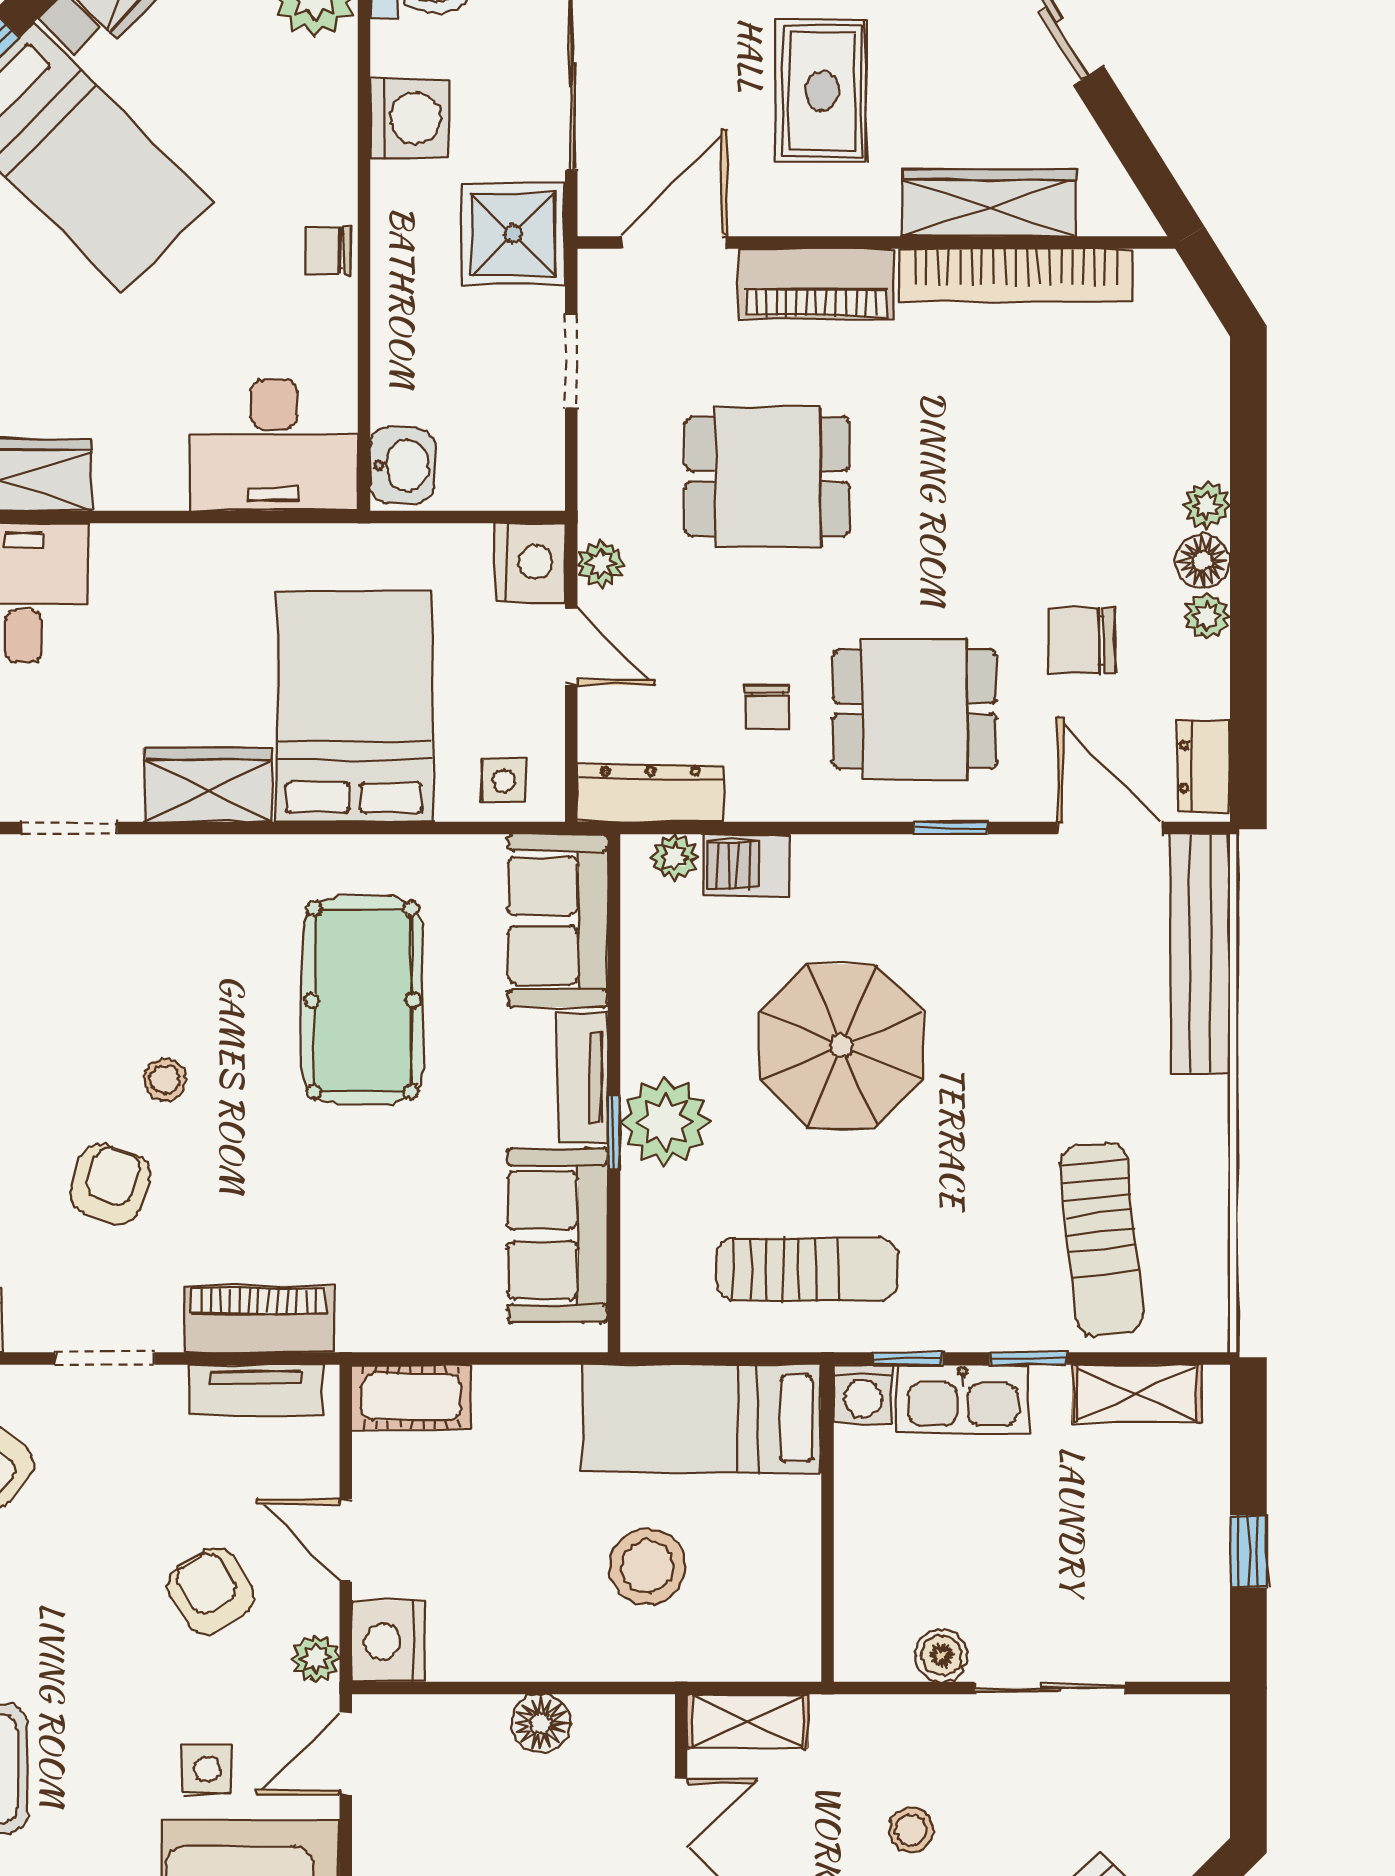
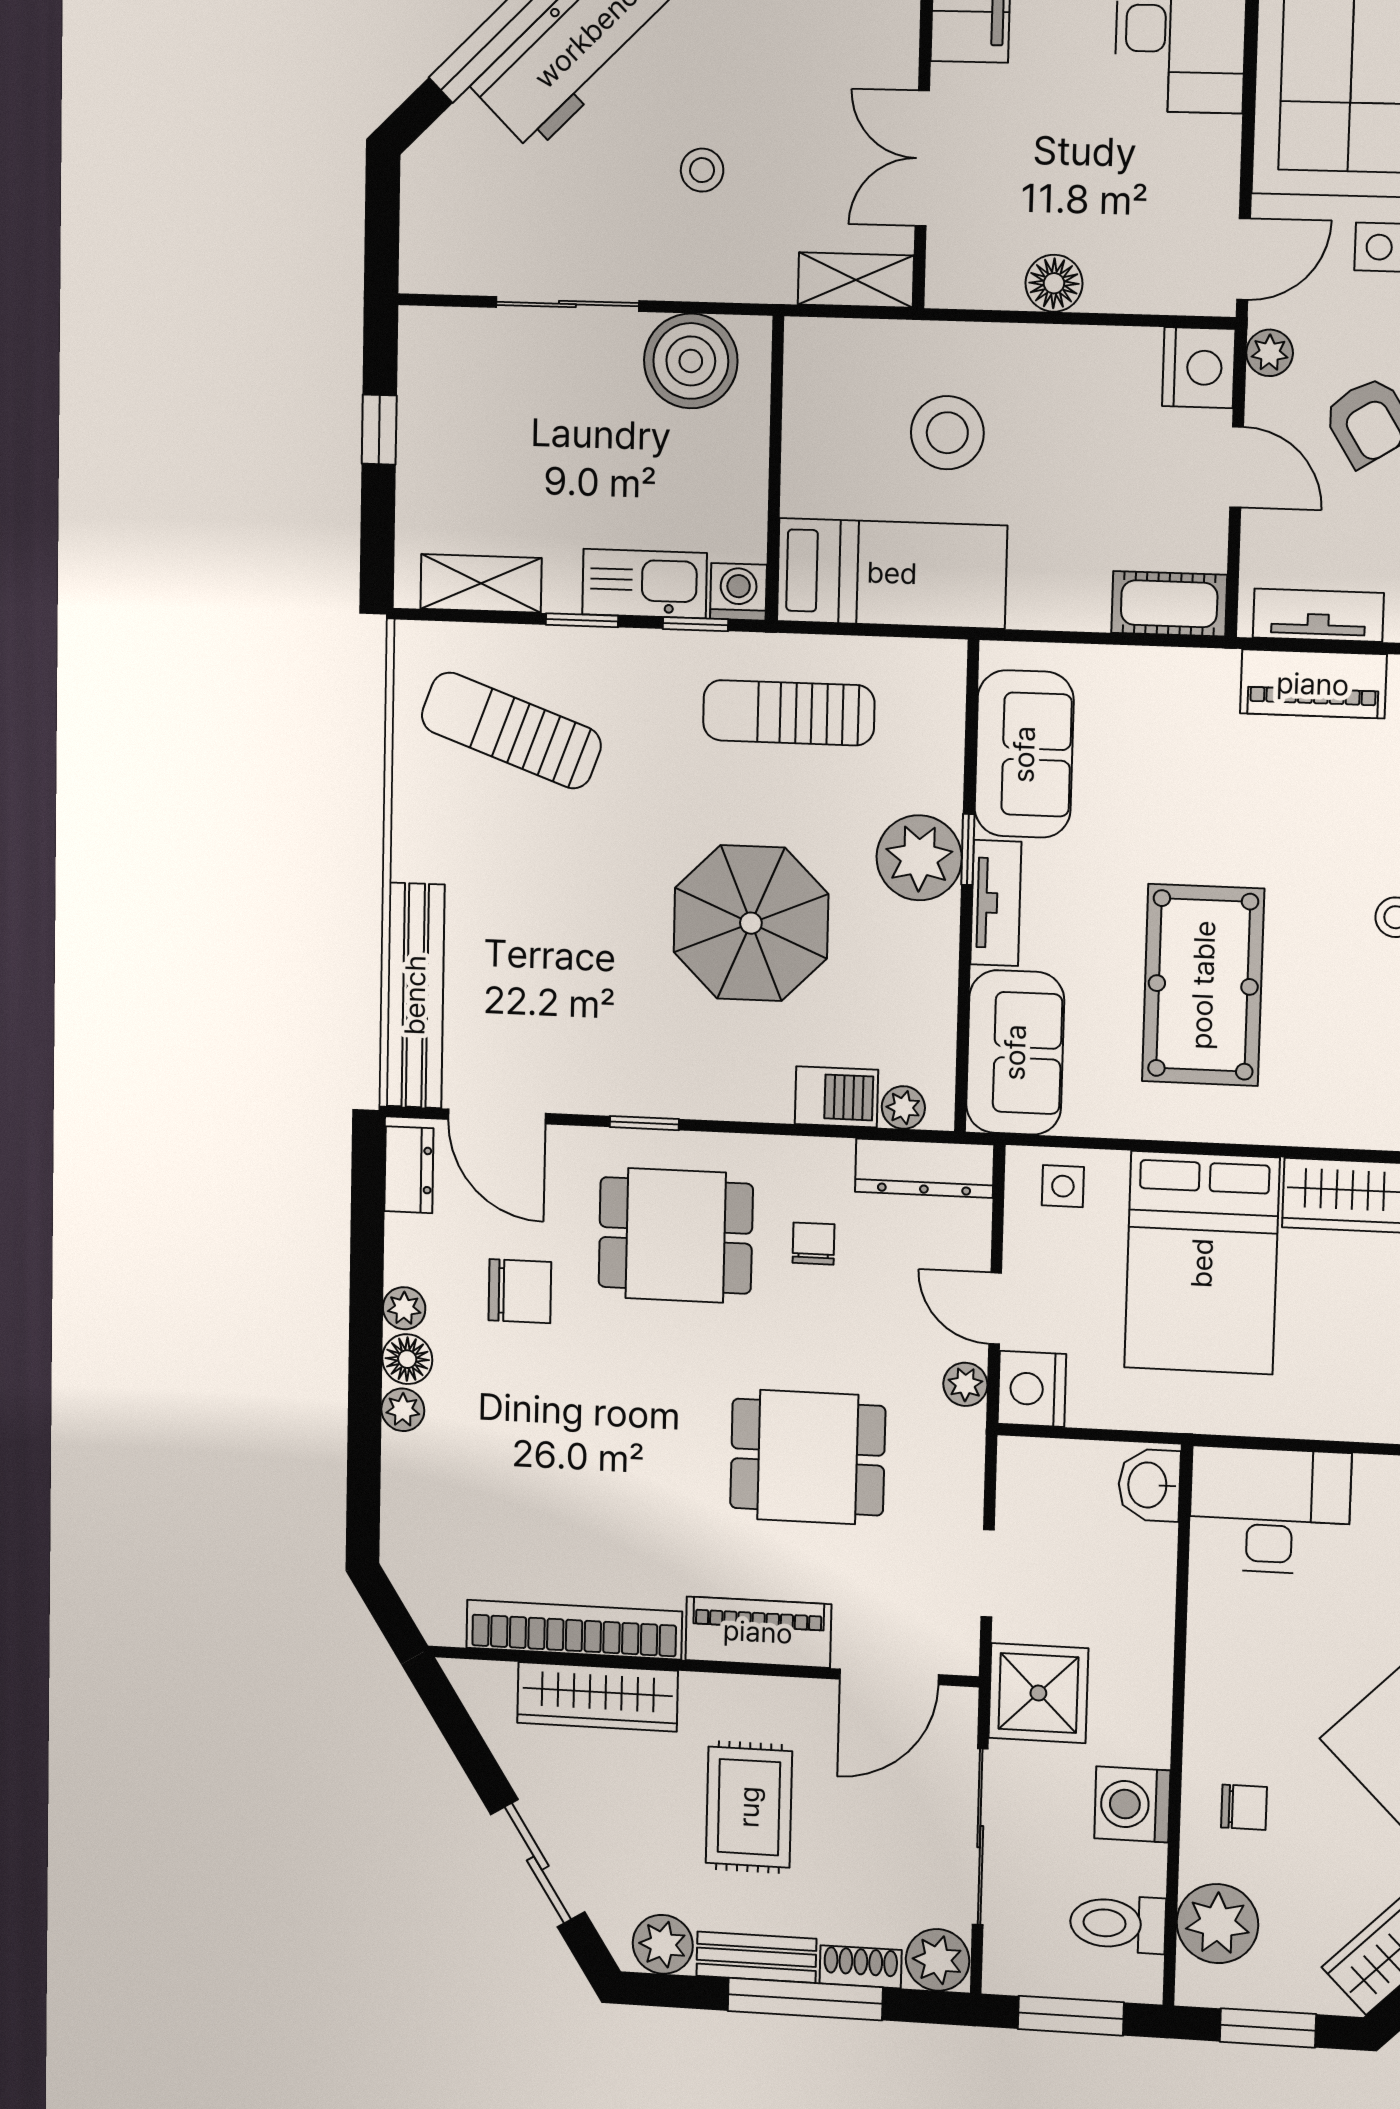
chair: (328, 251) -> (1244, 1807), moved
sun lounger: (1102, 1240) -> (511, 730), turned -64
boiler: (941, 1655) -> (691, 361), width x1.86, depth x1.86

